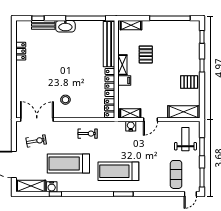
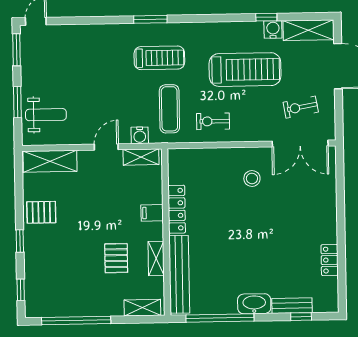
shelving: (122, 65) -> (156, 259), moved
locker: (110, 108) -> (176, 166), removed
weight bench: (185, 139) -> (46, 115), turned -90
treadmill: (118, 171) -> (159, 58), width x0.73, depth x0.73
exercise mat: (176, 174) -> (169, 109), moved

